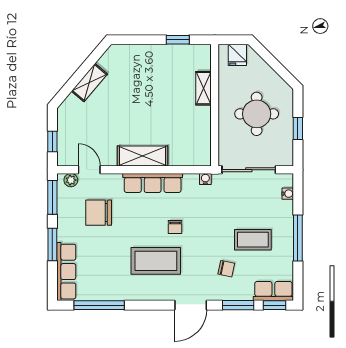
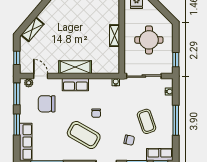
shelving: (89, 83) -> (32, 29), moved
shelving: (203, 88) -> (114, 36), moved
window: (298, 128) -> (176, 60), moved
row of seats: (153, 183) -> (75, 85), width x0.68
coffee table: (253, 240) -> (147, 121), turned 71
coffee table: (156, 261) -> (84, 135), turned 30

